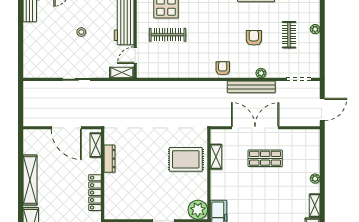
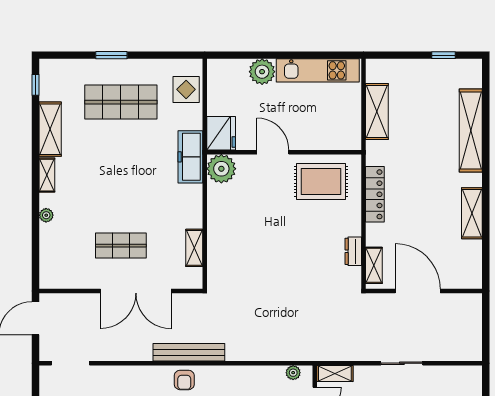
plant: (261, 73) -> (293, 373), moved
bench: (251, 87) -> (189, 352), moved
dresser: (109, 159) -> (353, 251), width x0.70
rug: (186, 159) -> (321, 181), moved
shelving: (30, 180) -> (472, 213), width x0.68

